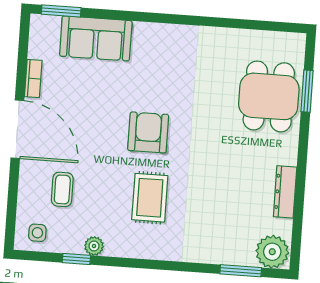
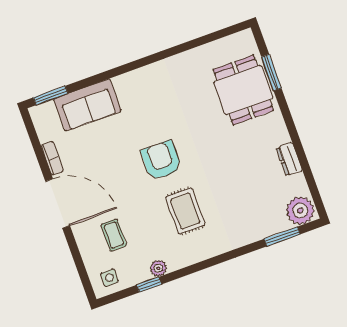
dresser: (285, 192) -> (289, 159), width x0.70

